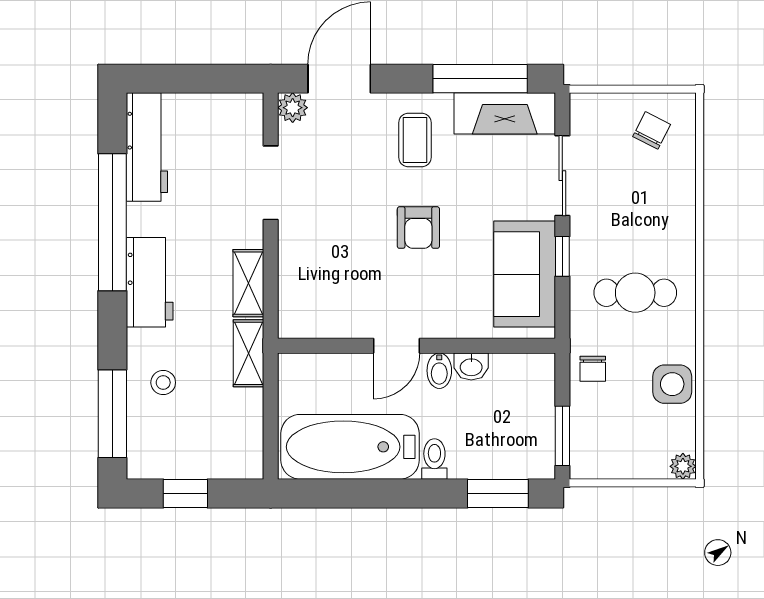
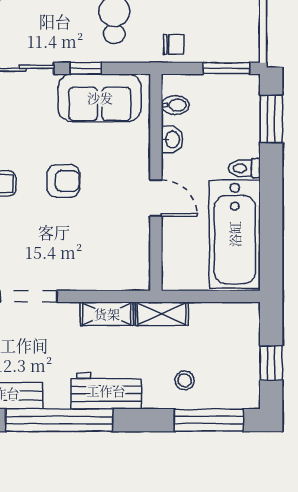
bidet: (439, 371) -> (175, 105), moved

